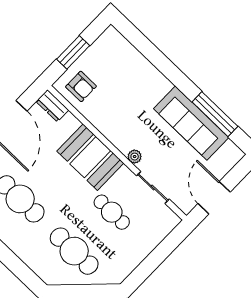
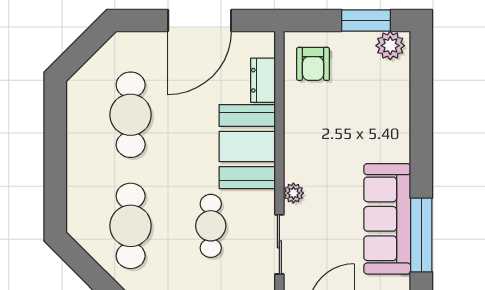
plant: (108, 40) -> (390, 46), added
window: (73, 52) -> (366, 20), moved
dresser: (52, 106) -> (263, 80), moved

